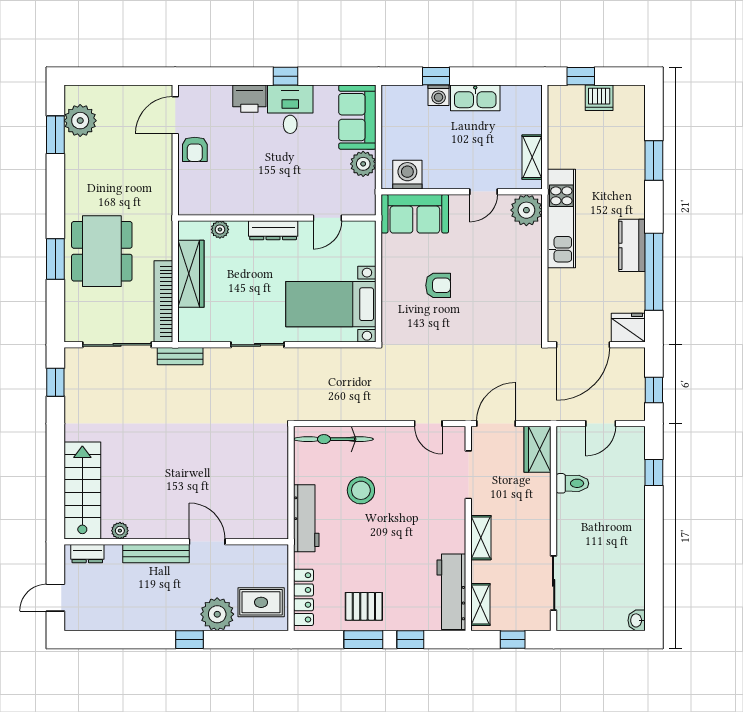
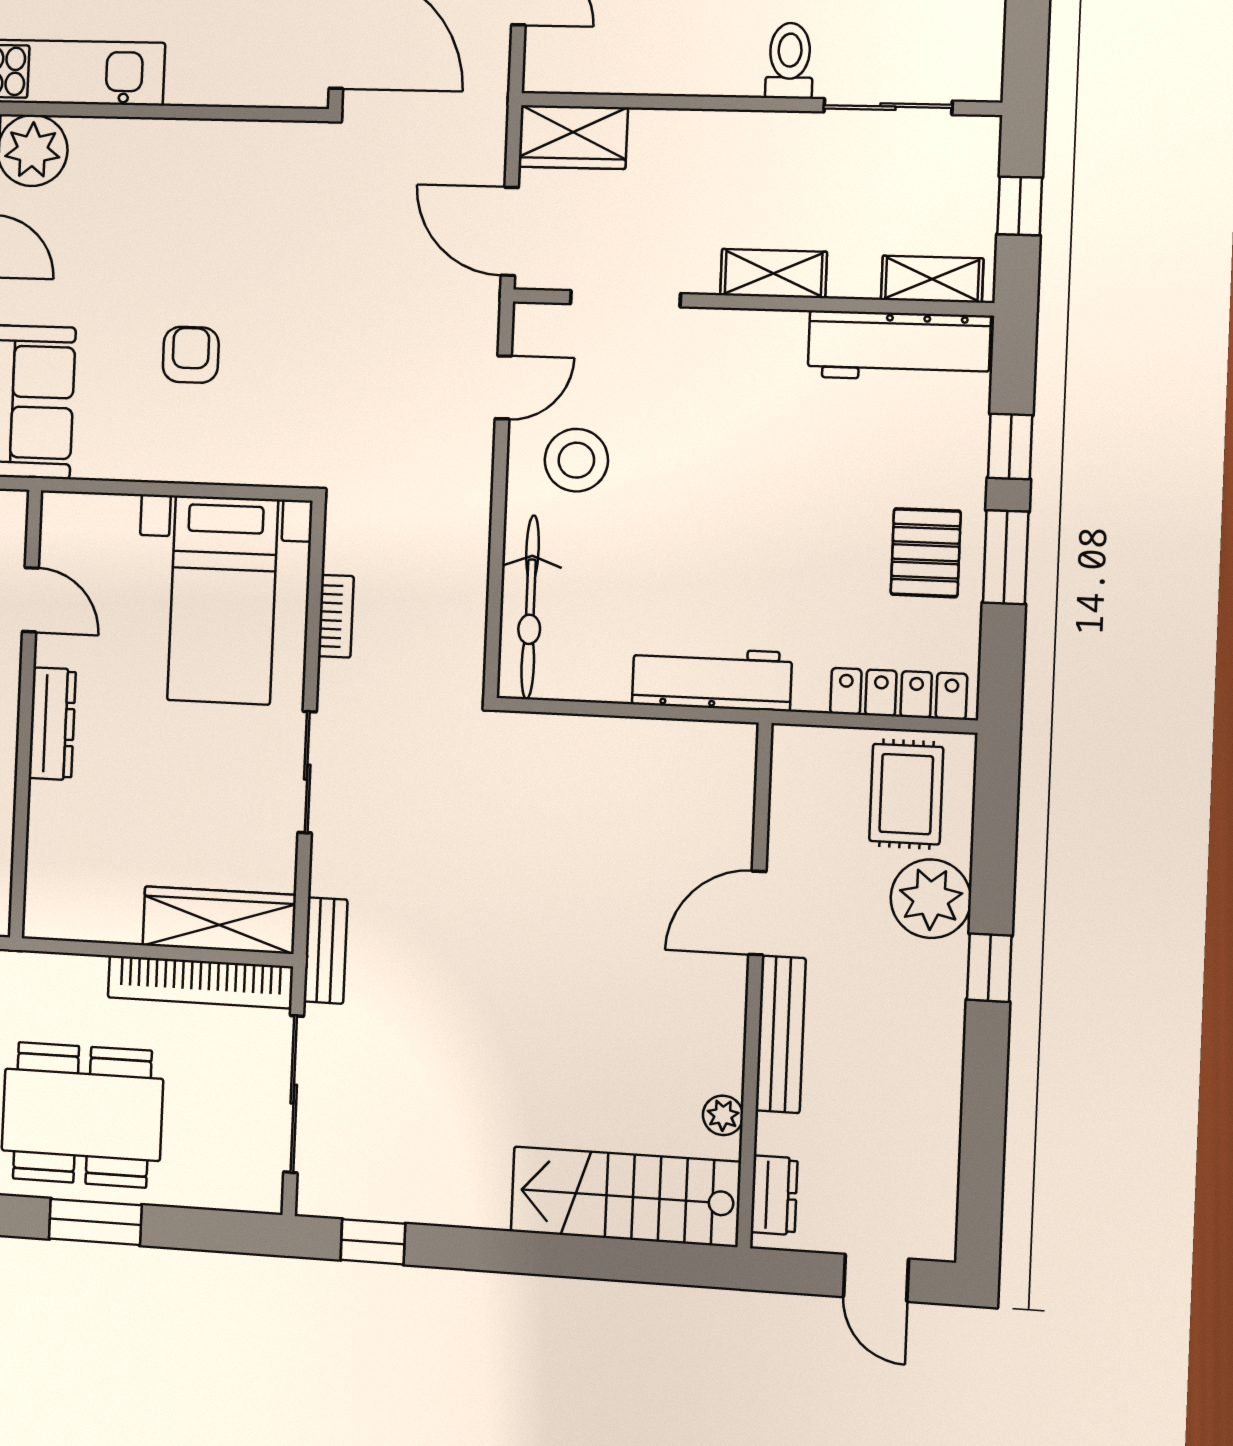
plant: (220, 229) -> (45, 844), removed
wardrobe: (191, 274) -> (219, 920), moved
bookcase: (326, 355) -> (336, 616), added
toilet: (572, 483) -> (790, 61), moved
stool: (361, 490) -> (576, 460), moved

